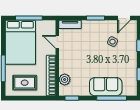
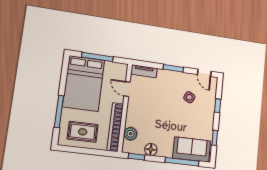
door: (124, 18) -> (204, 73), hinge flipped
sofa: (106, 87) -> (192, 149), moved
floor lamp: (83, 91) -> (151, 150), added

